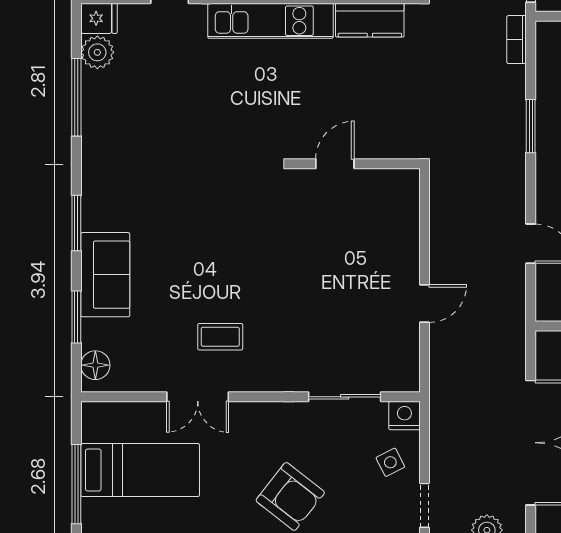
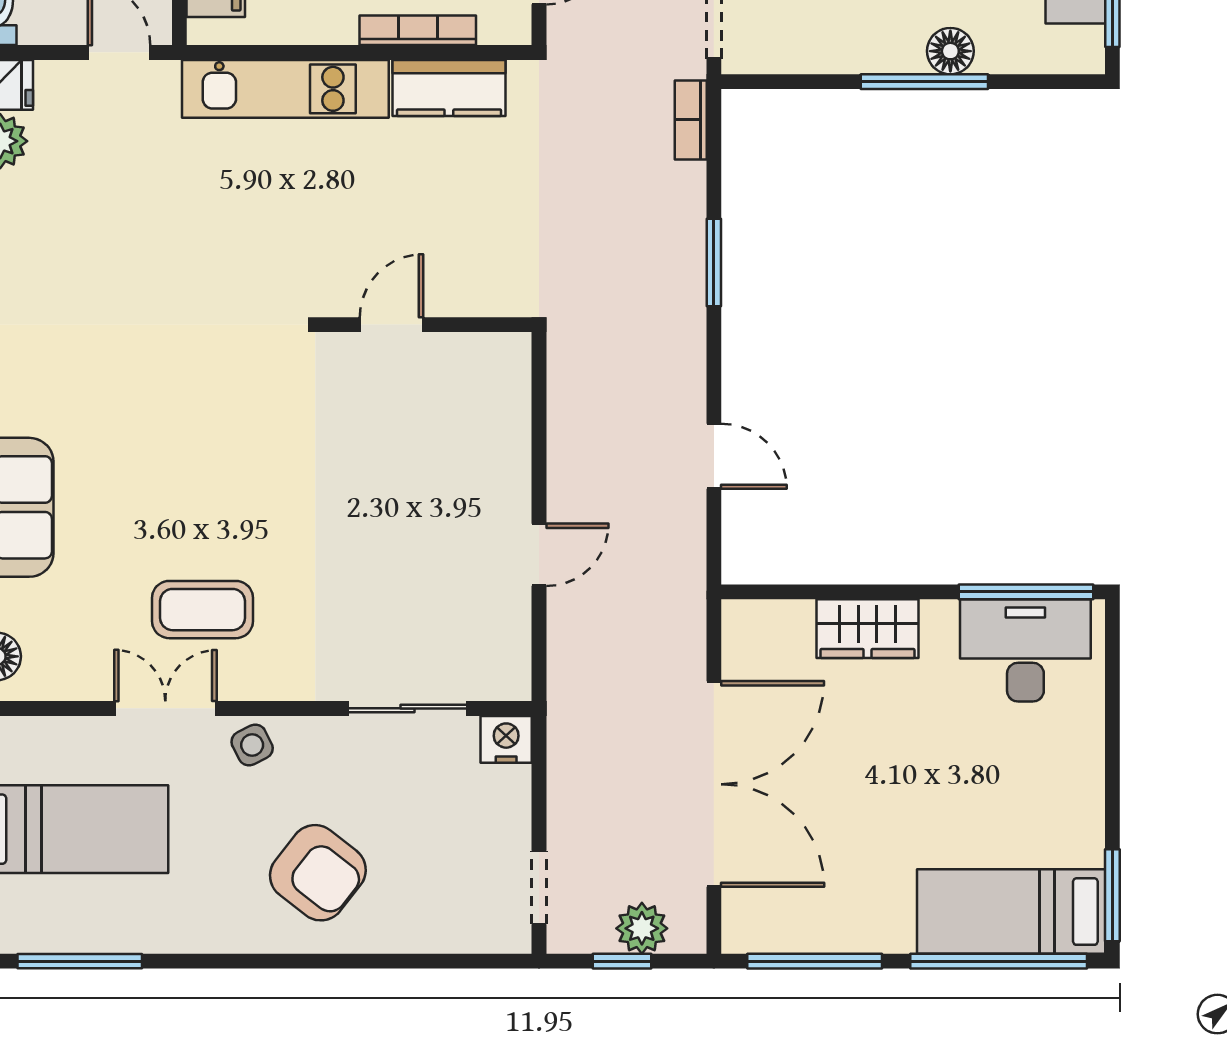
coffee table: (220, 337) -> (203, 610), width x1.36, depth x1.30
double door: (198, 397) -> (165, 708), swing flipped
side table: (390, 462) -> (252, 745), moved

